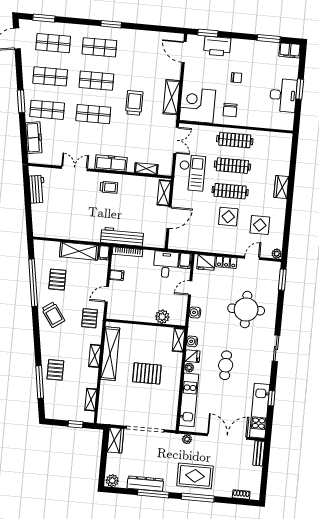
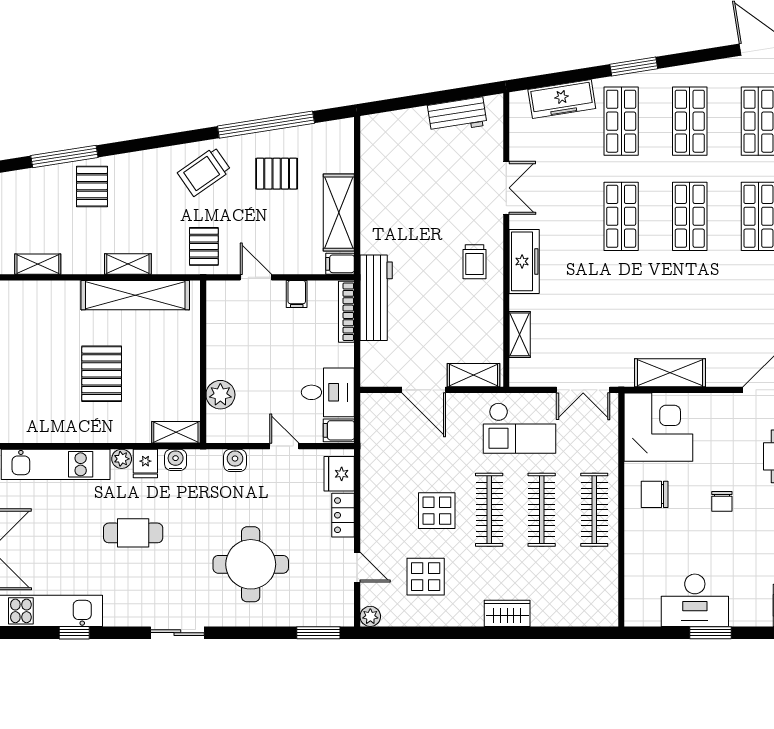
trolley: (134, 103) -> (651, 298), removed
pallet: (90, 318) -> (204, 246), turned 90
pallet: (55, 370) -> (92, 186), turned 90

